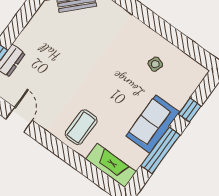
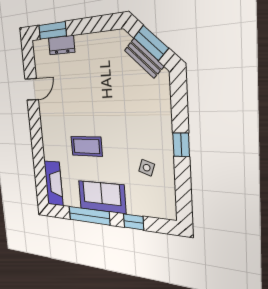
window: (157, 24) -> (181, 145), added
coffee table: (81, 127) -> (86, 146), moved

